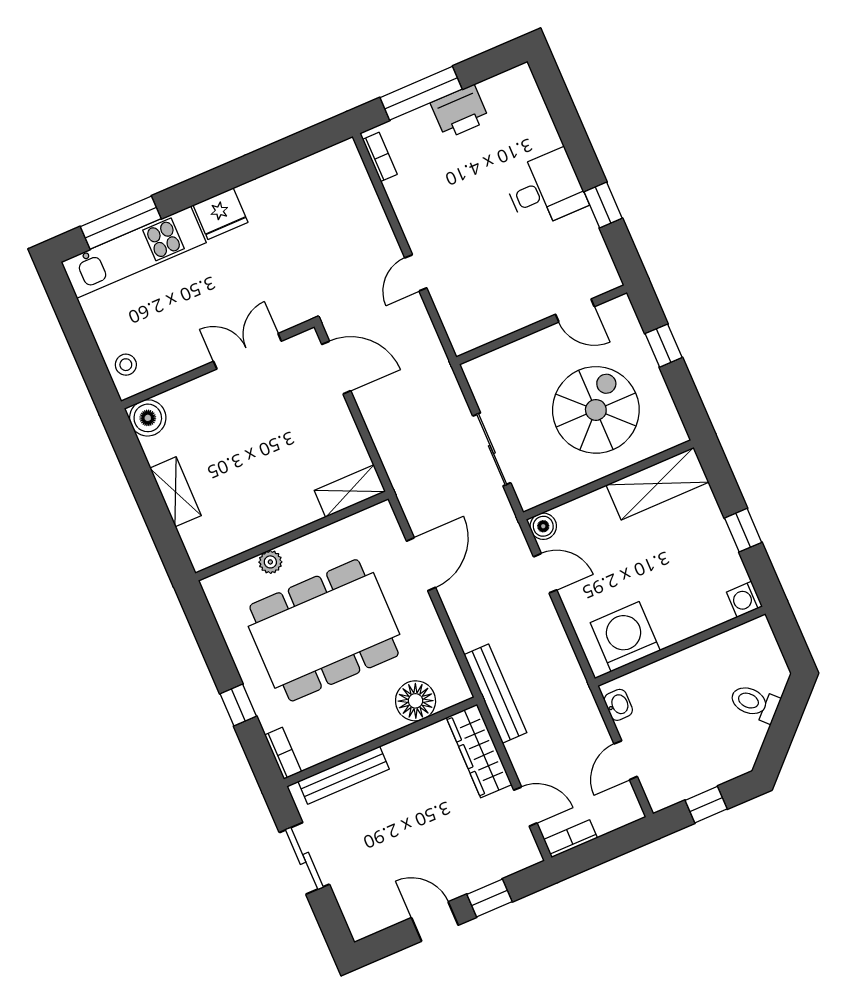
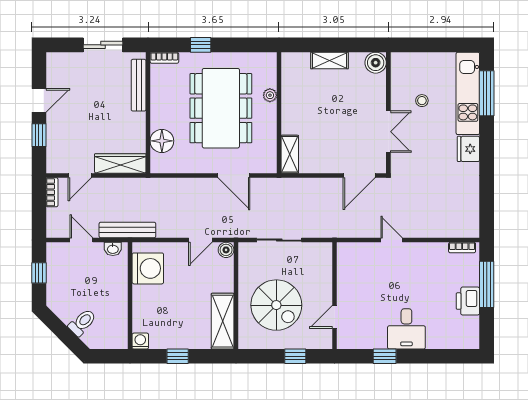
stool: (126, 365) -> (422, 101), moved
bench: (495, 694) -> (127, 230), moved

